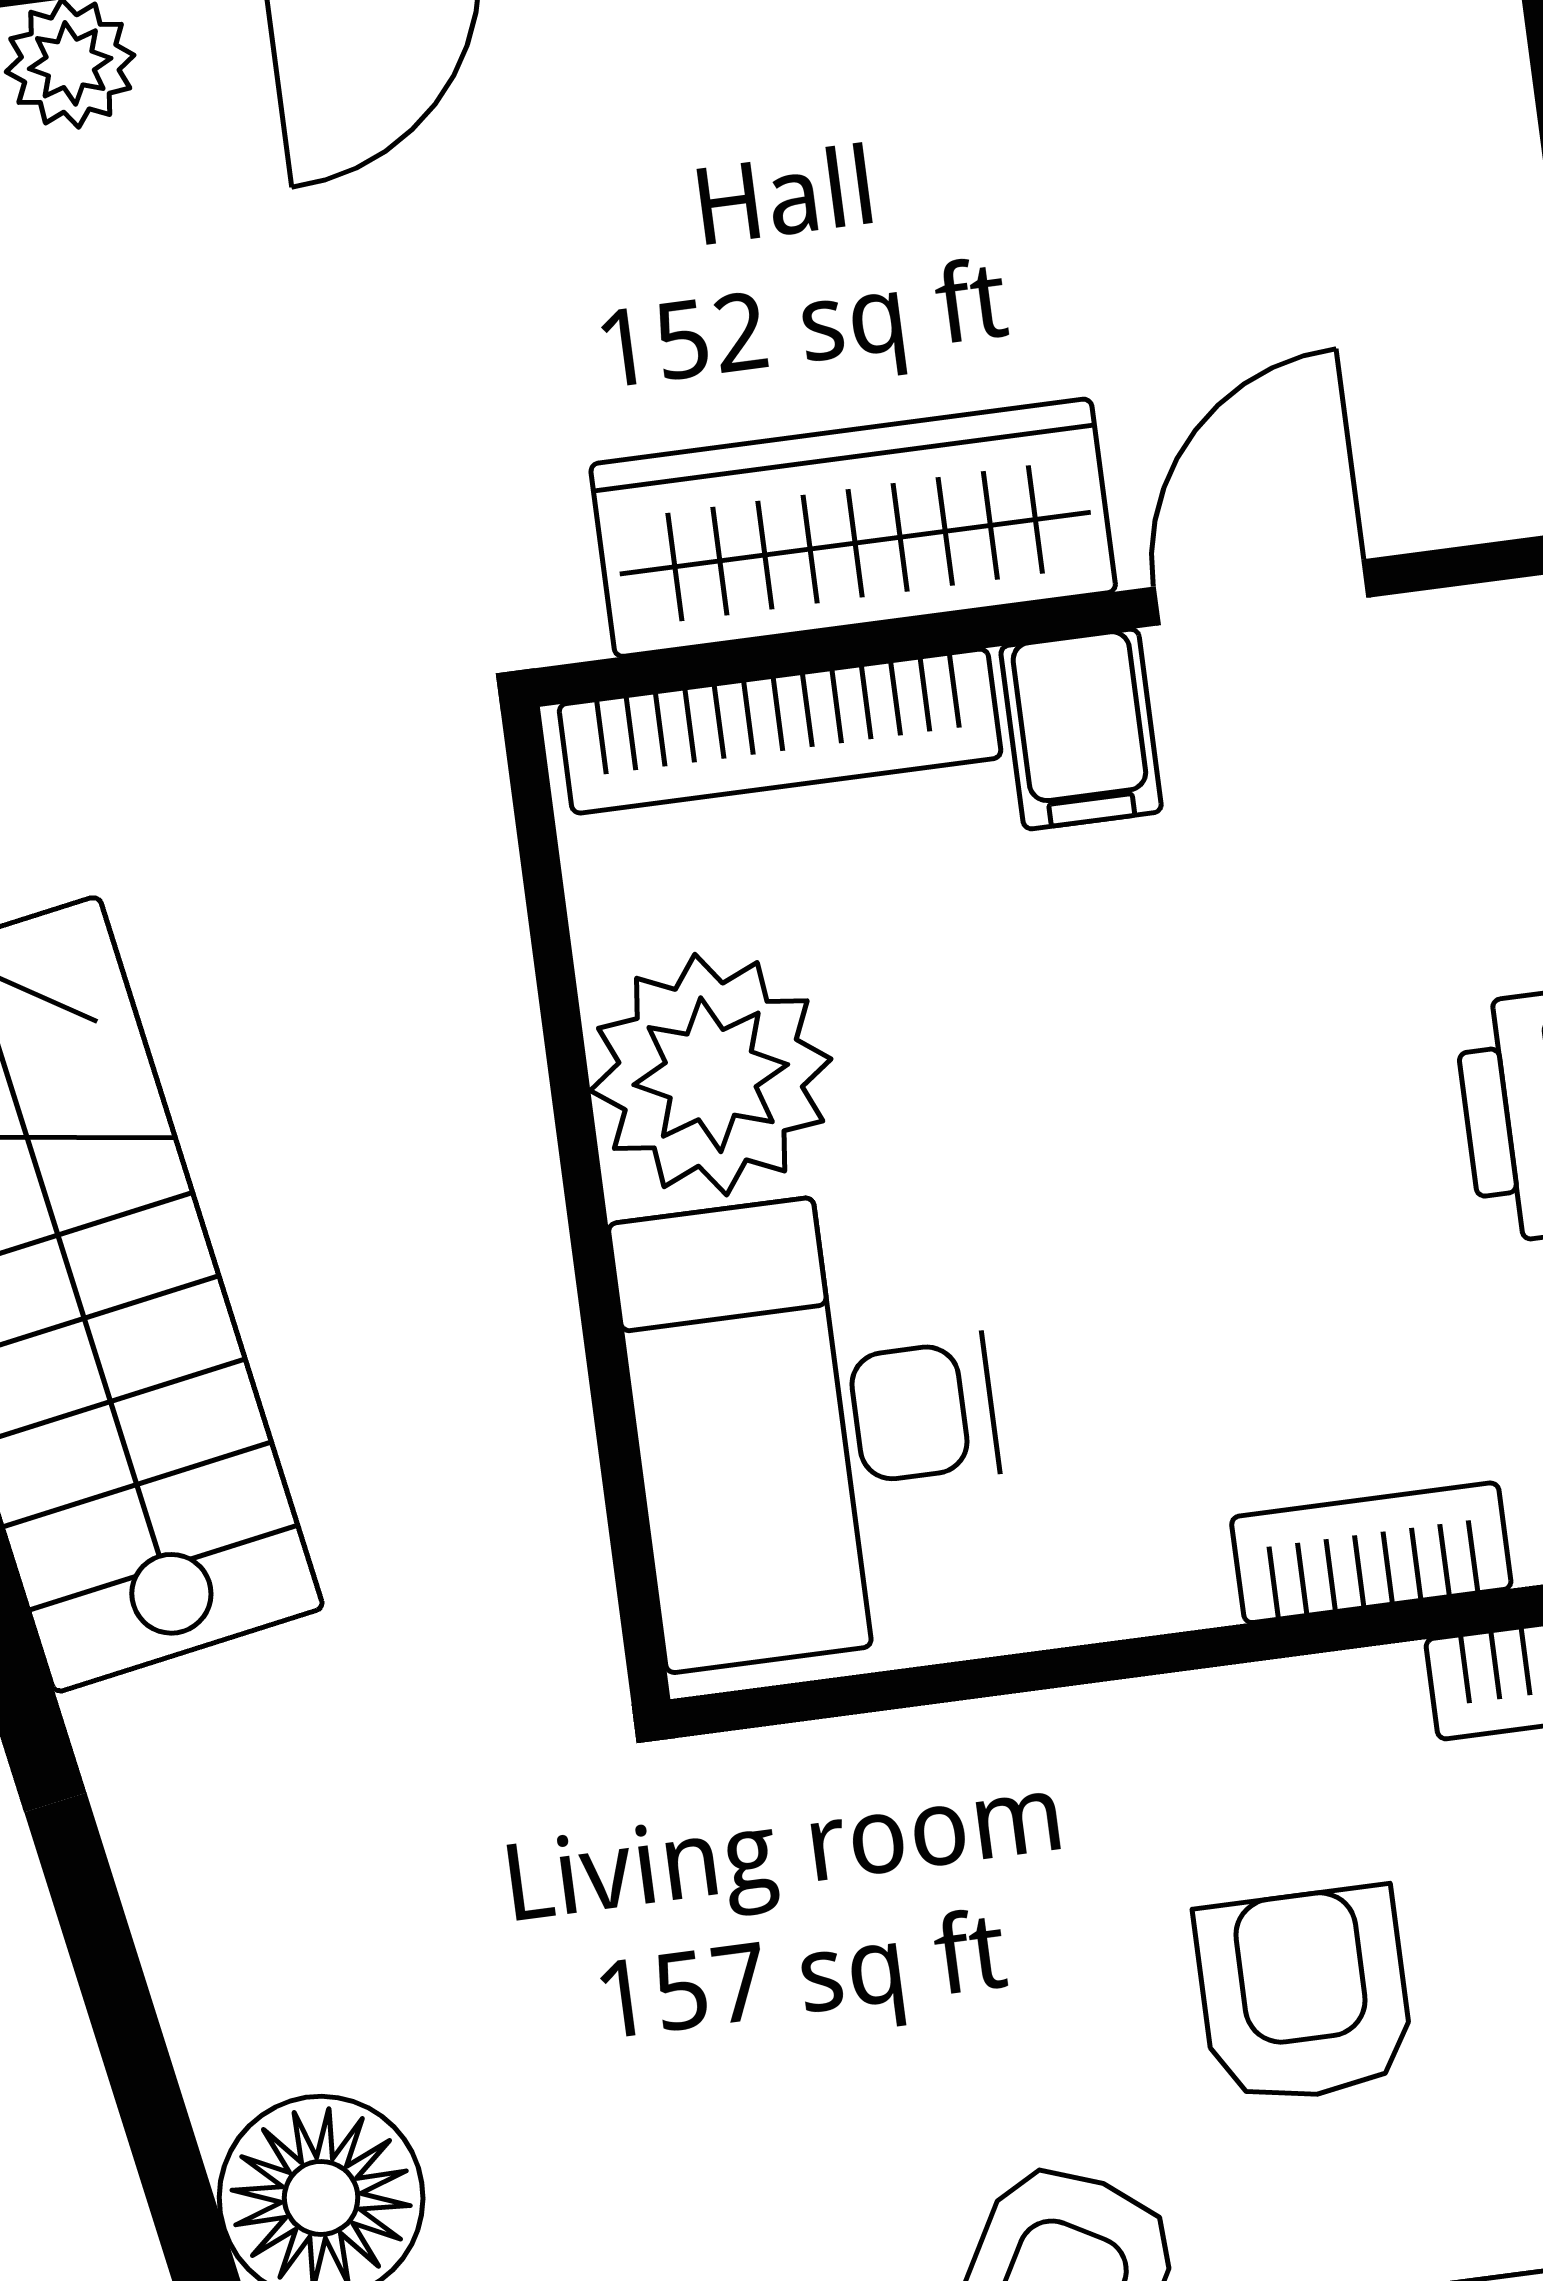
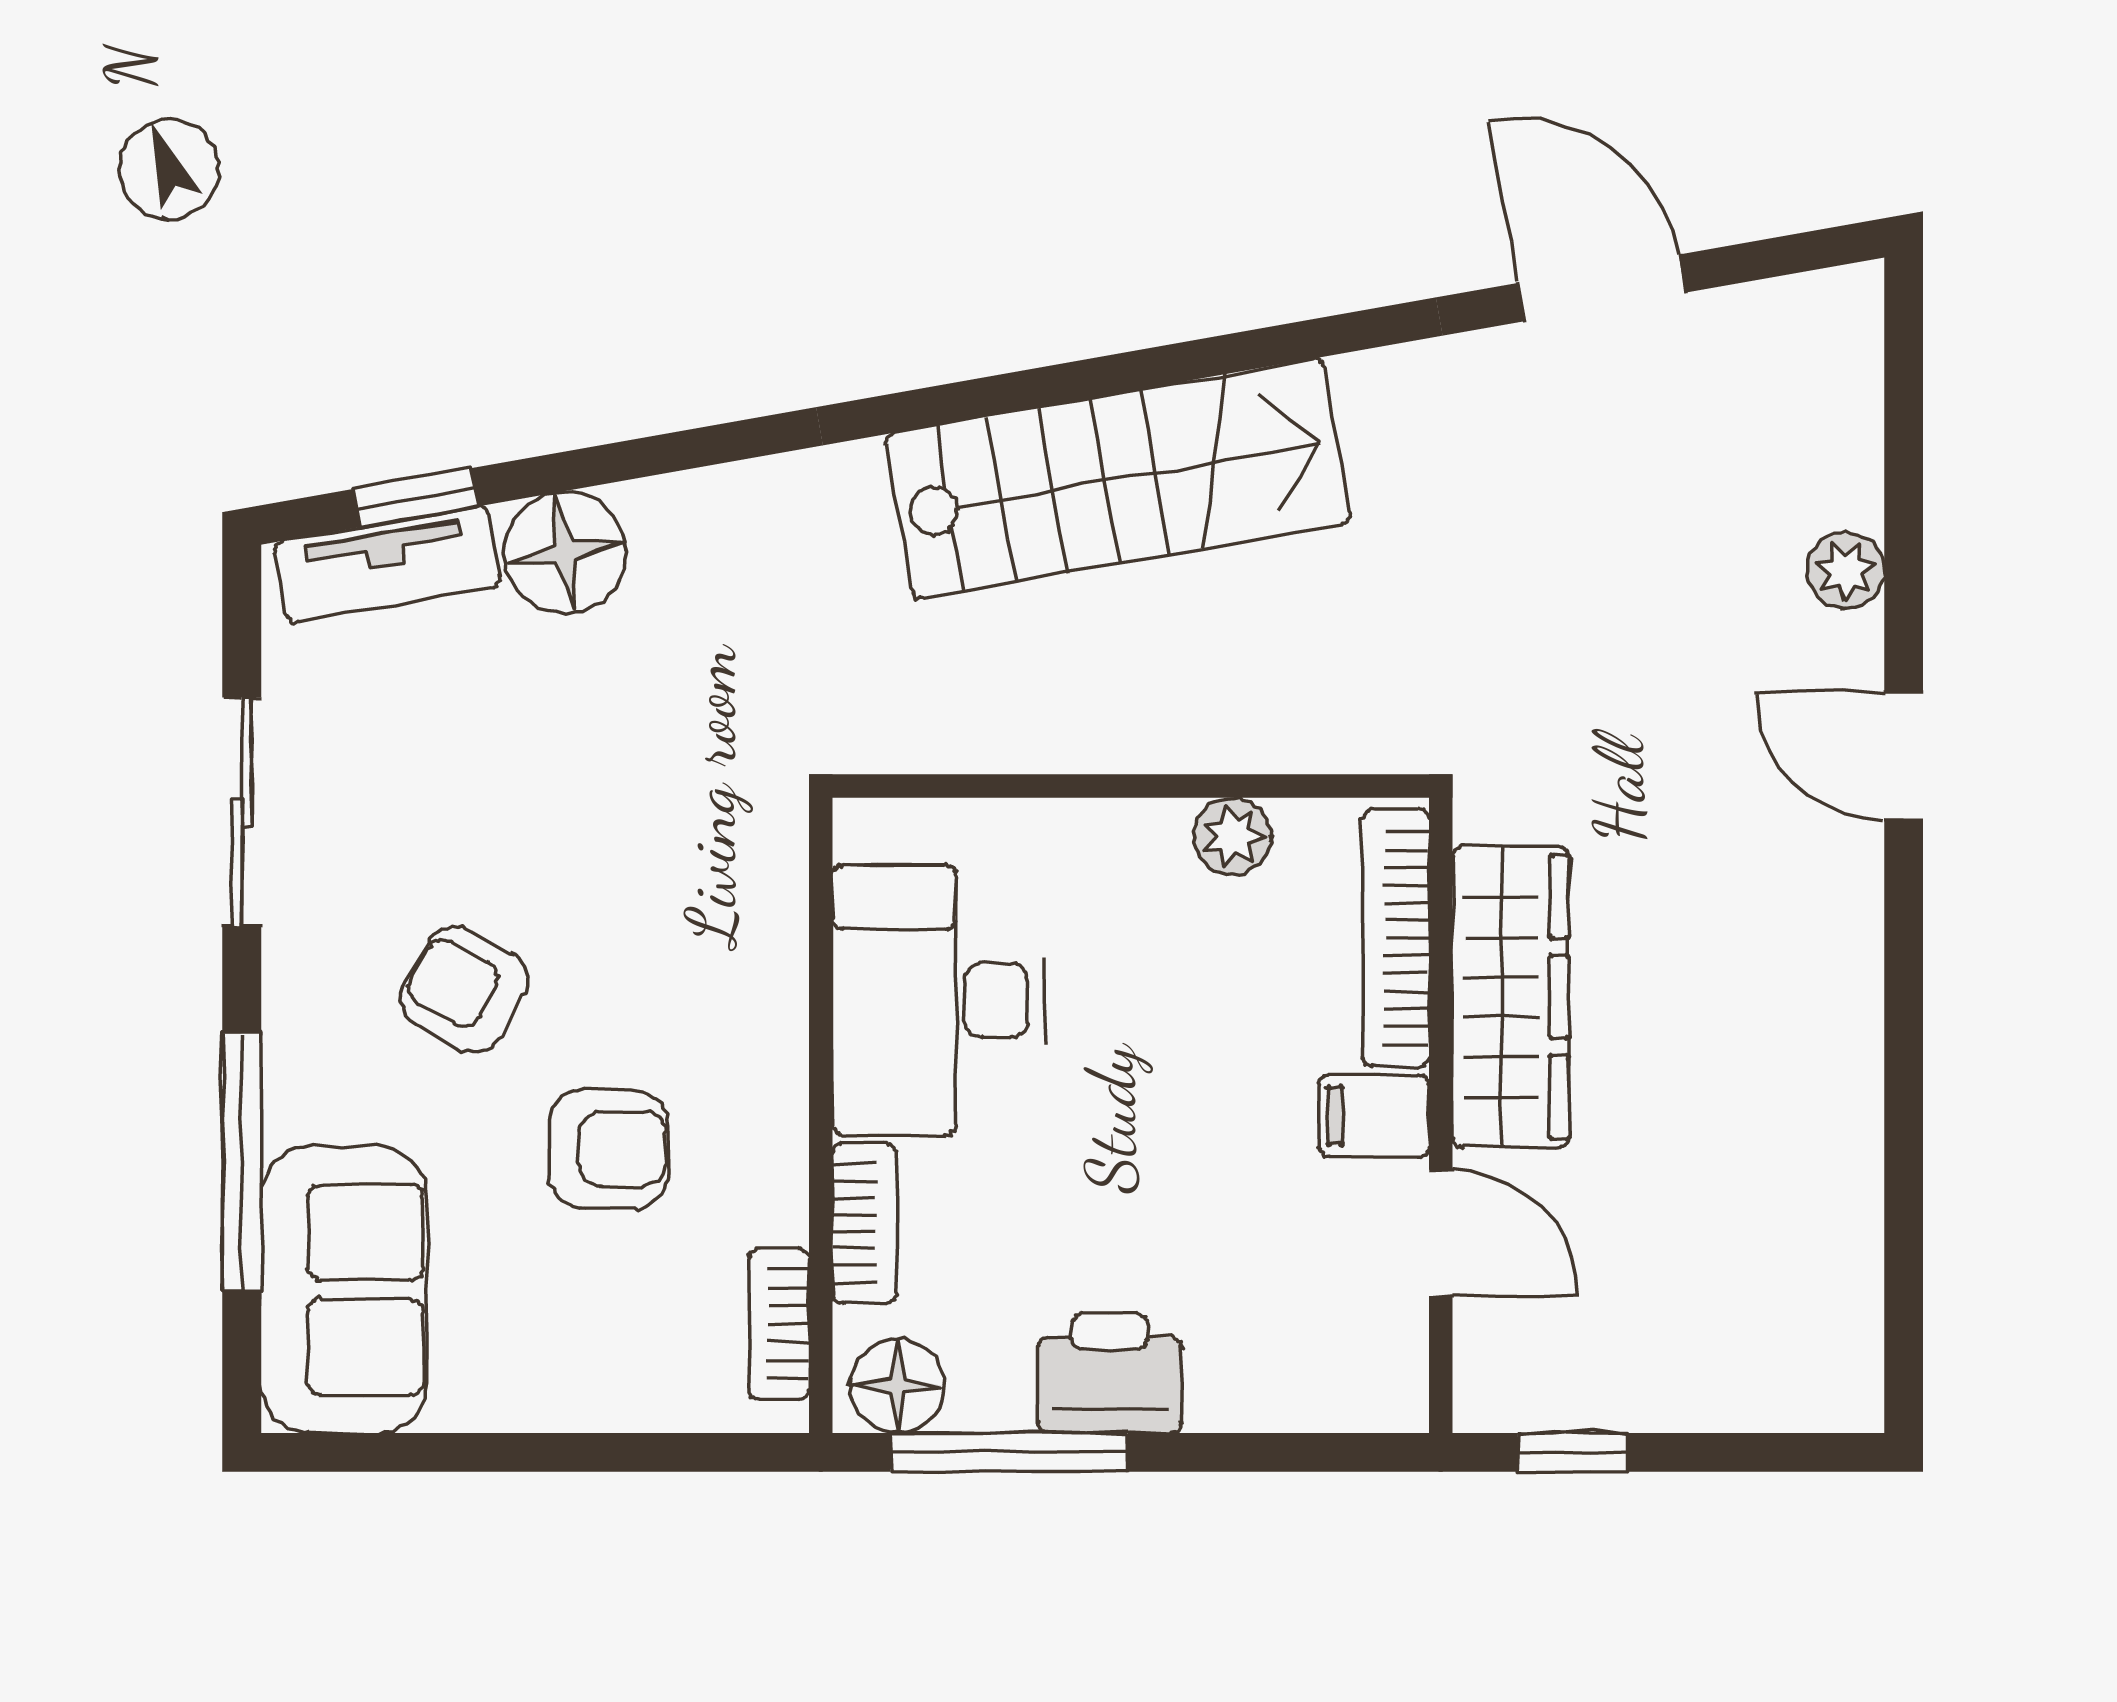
plant: (711, 1075) -> (1232, 836), width x0.53, depth x0.53
desk: (814, 1426) -> (939, 1000), moved, turned -90

